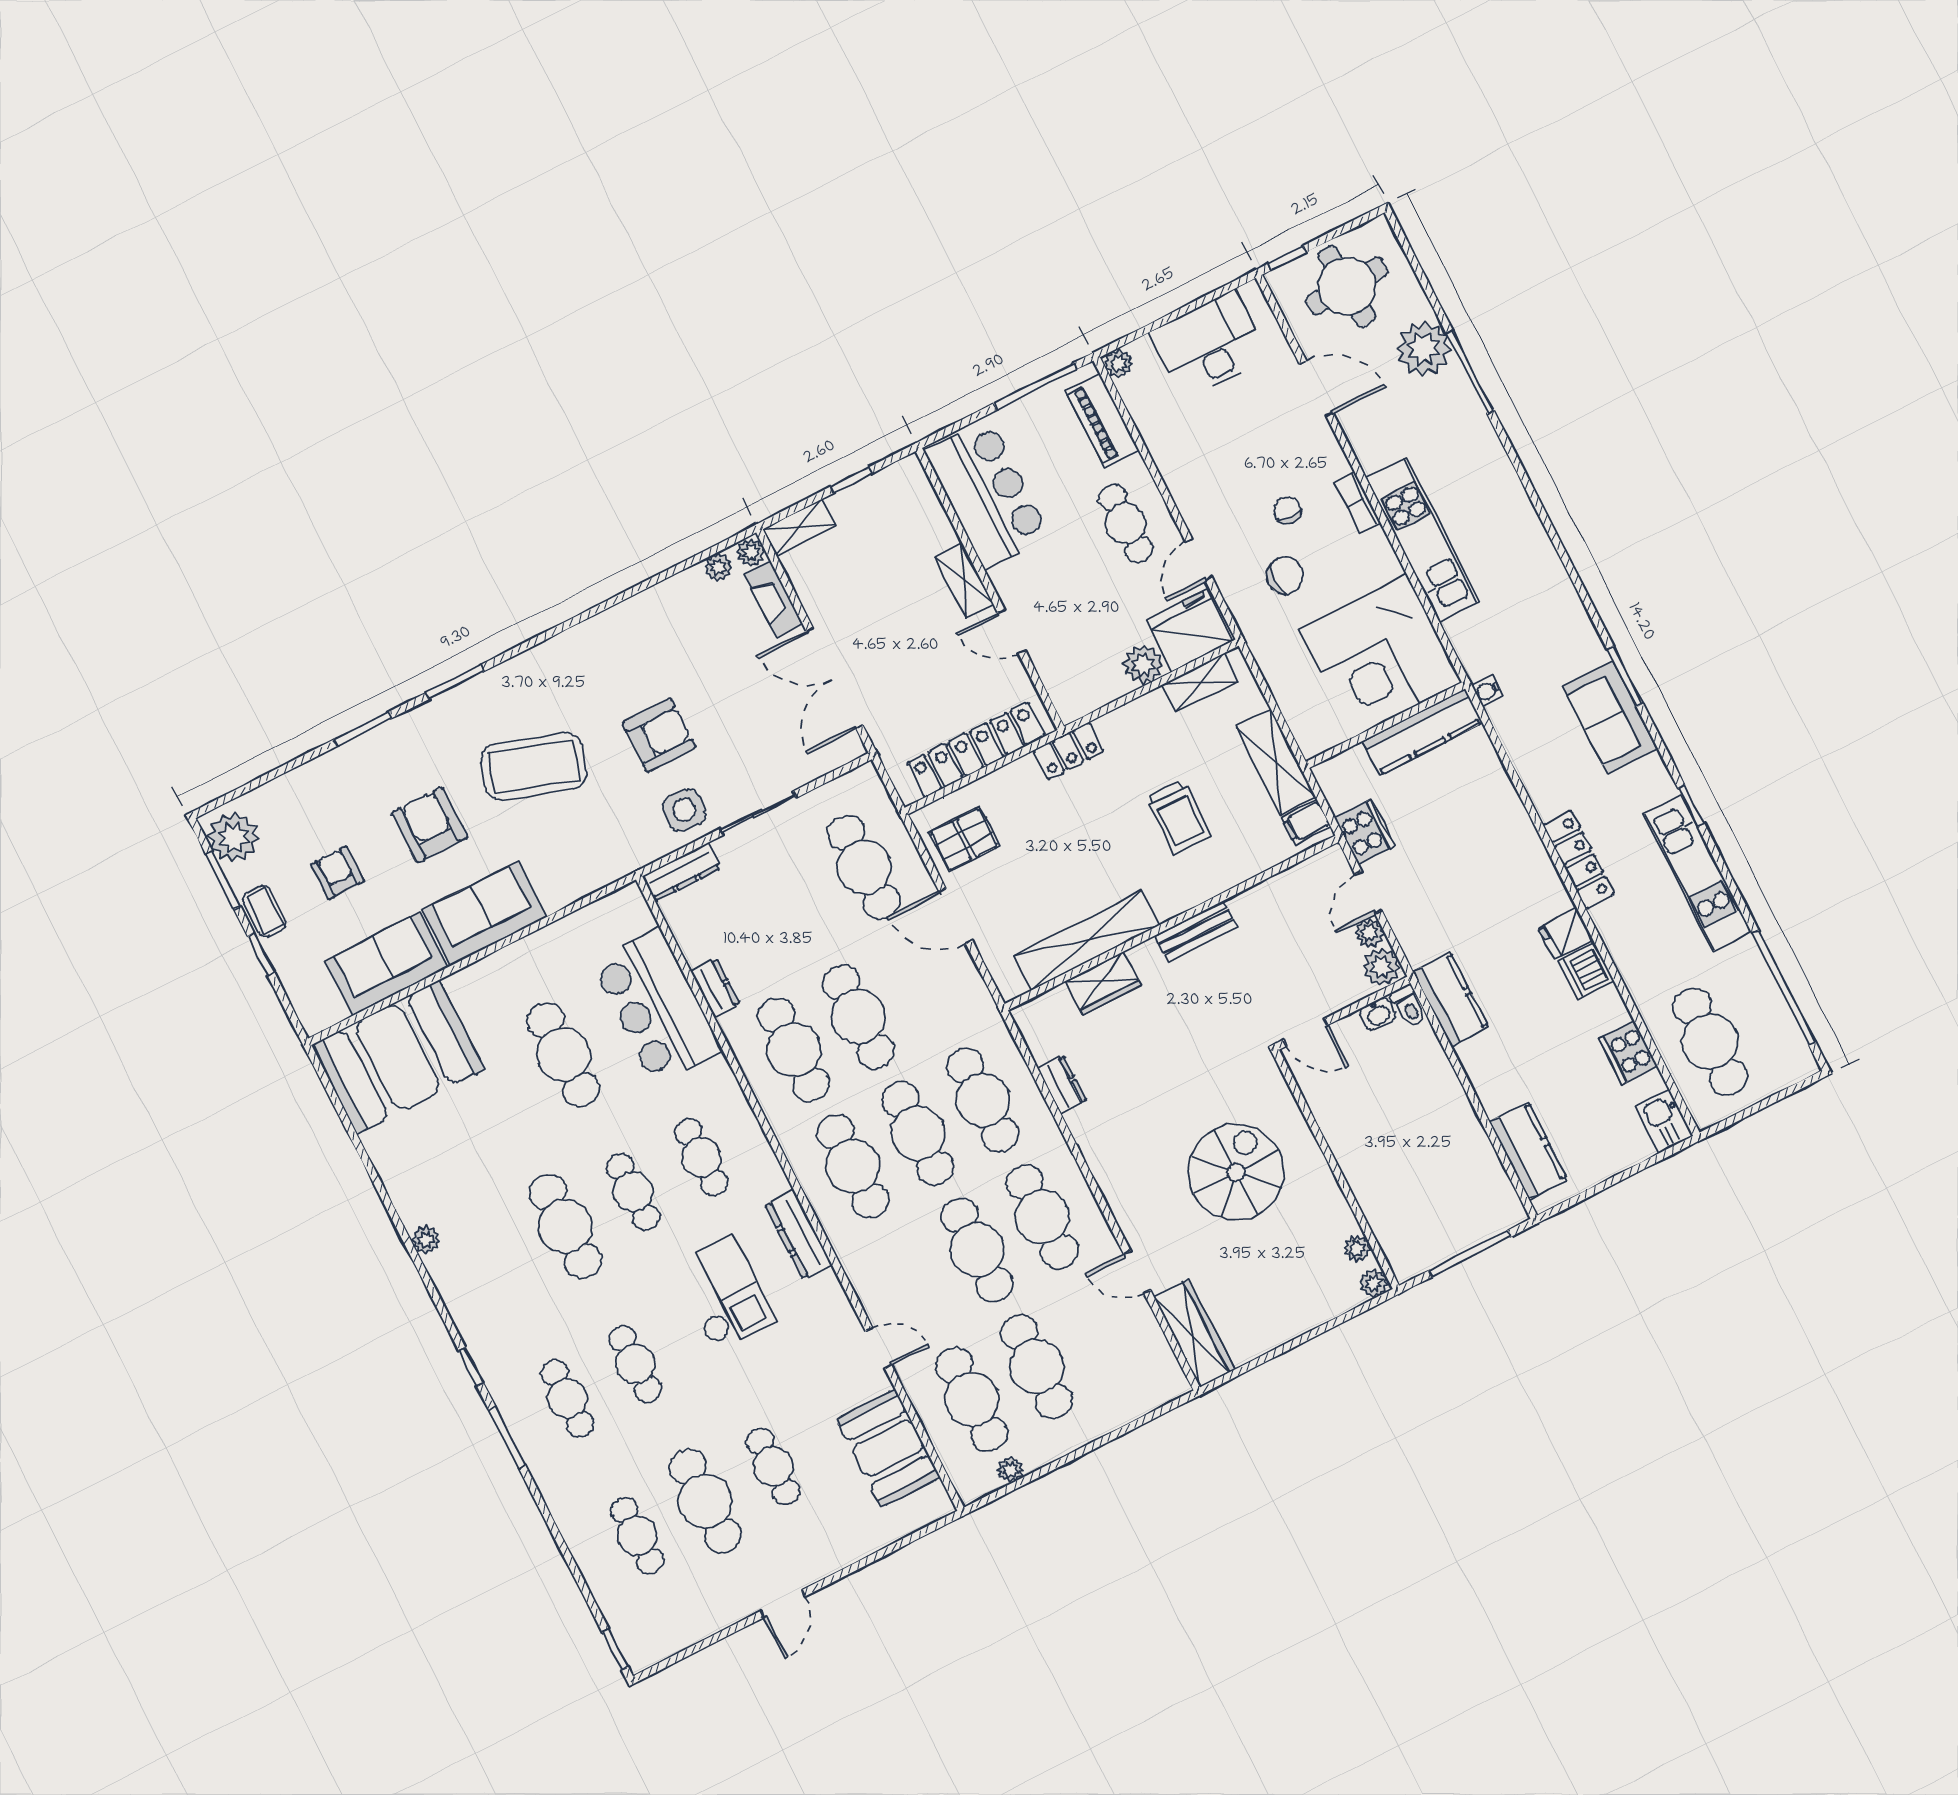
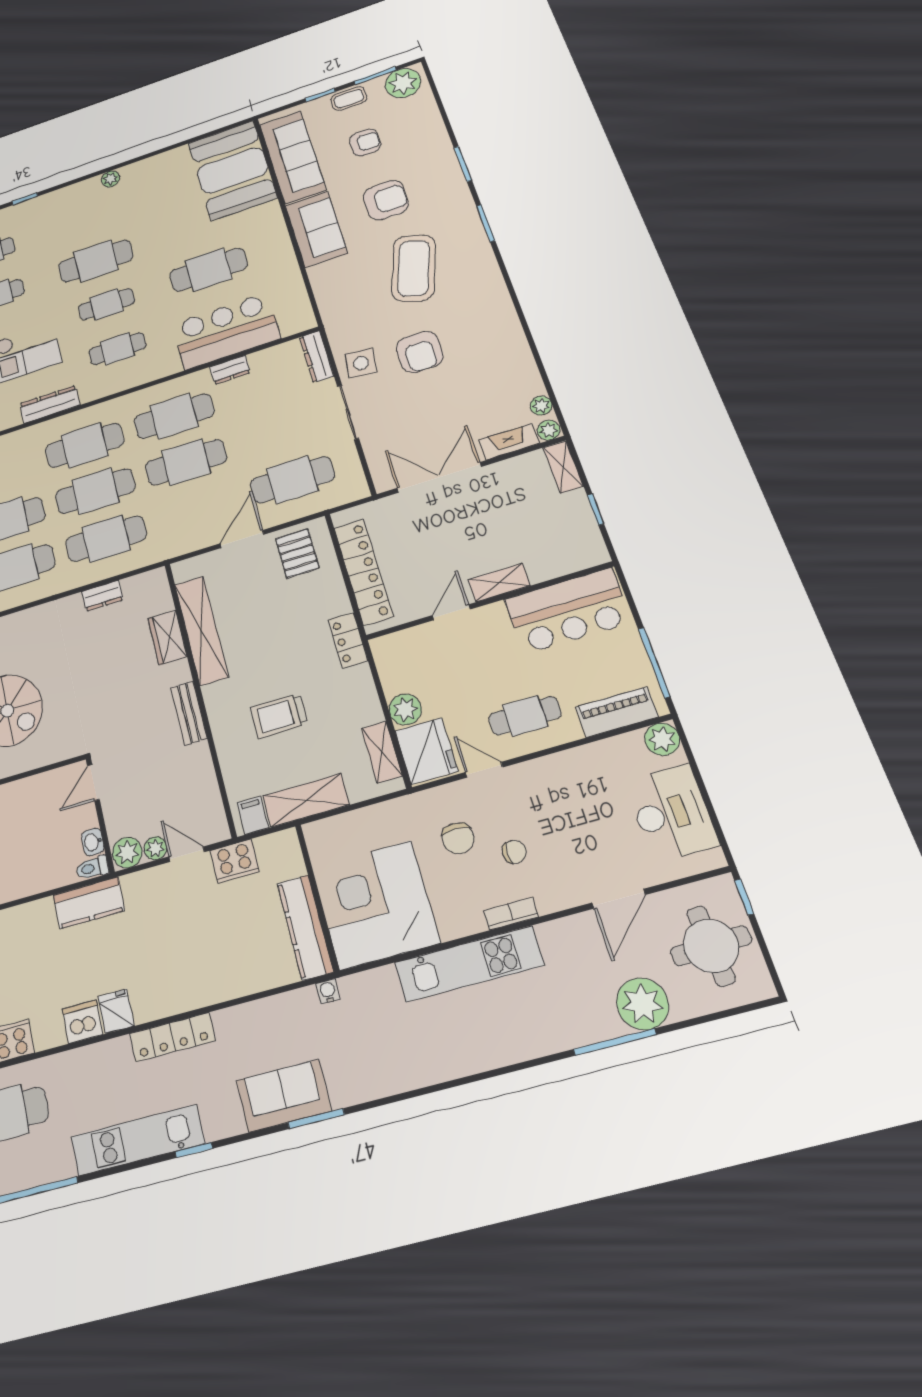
plant: (1119, 363) -> (662, 739), width x1.38, depth x1.38
sofa: (387, 964) -> (293, 157), width x1.36

